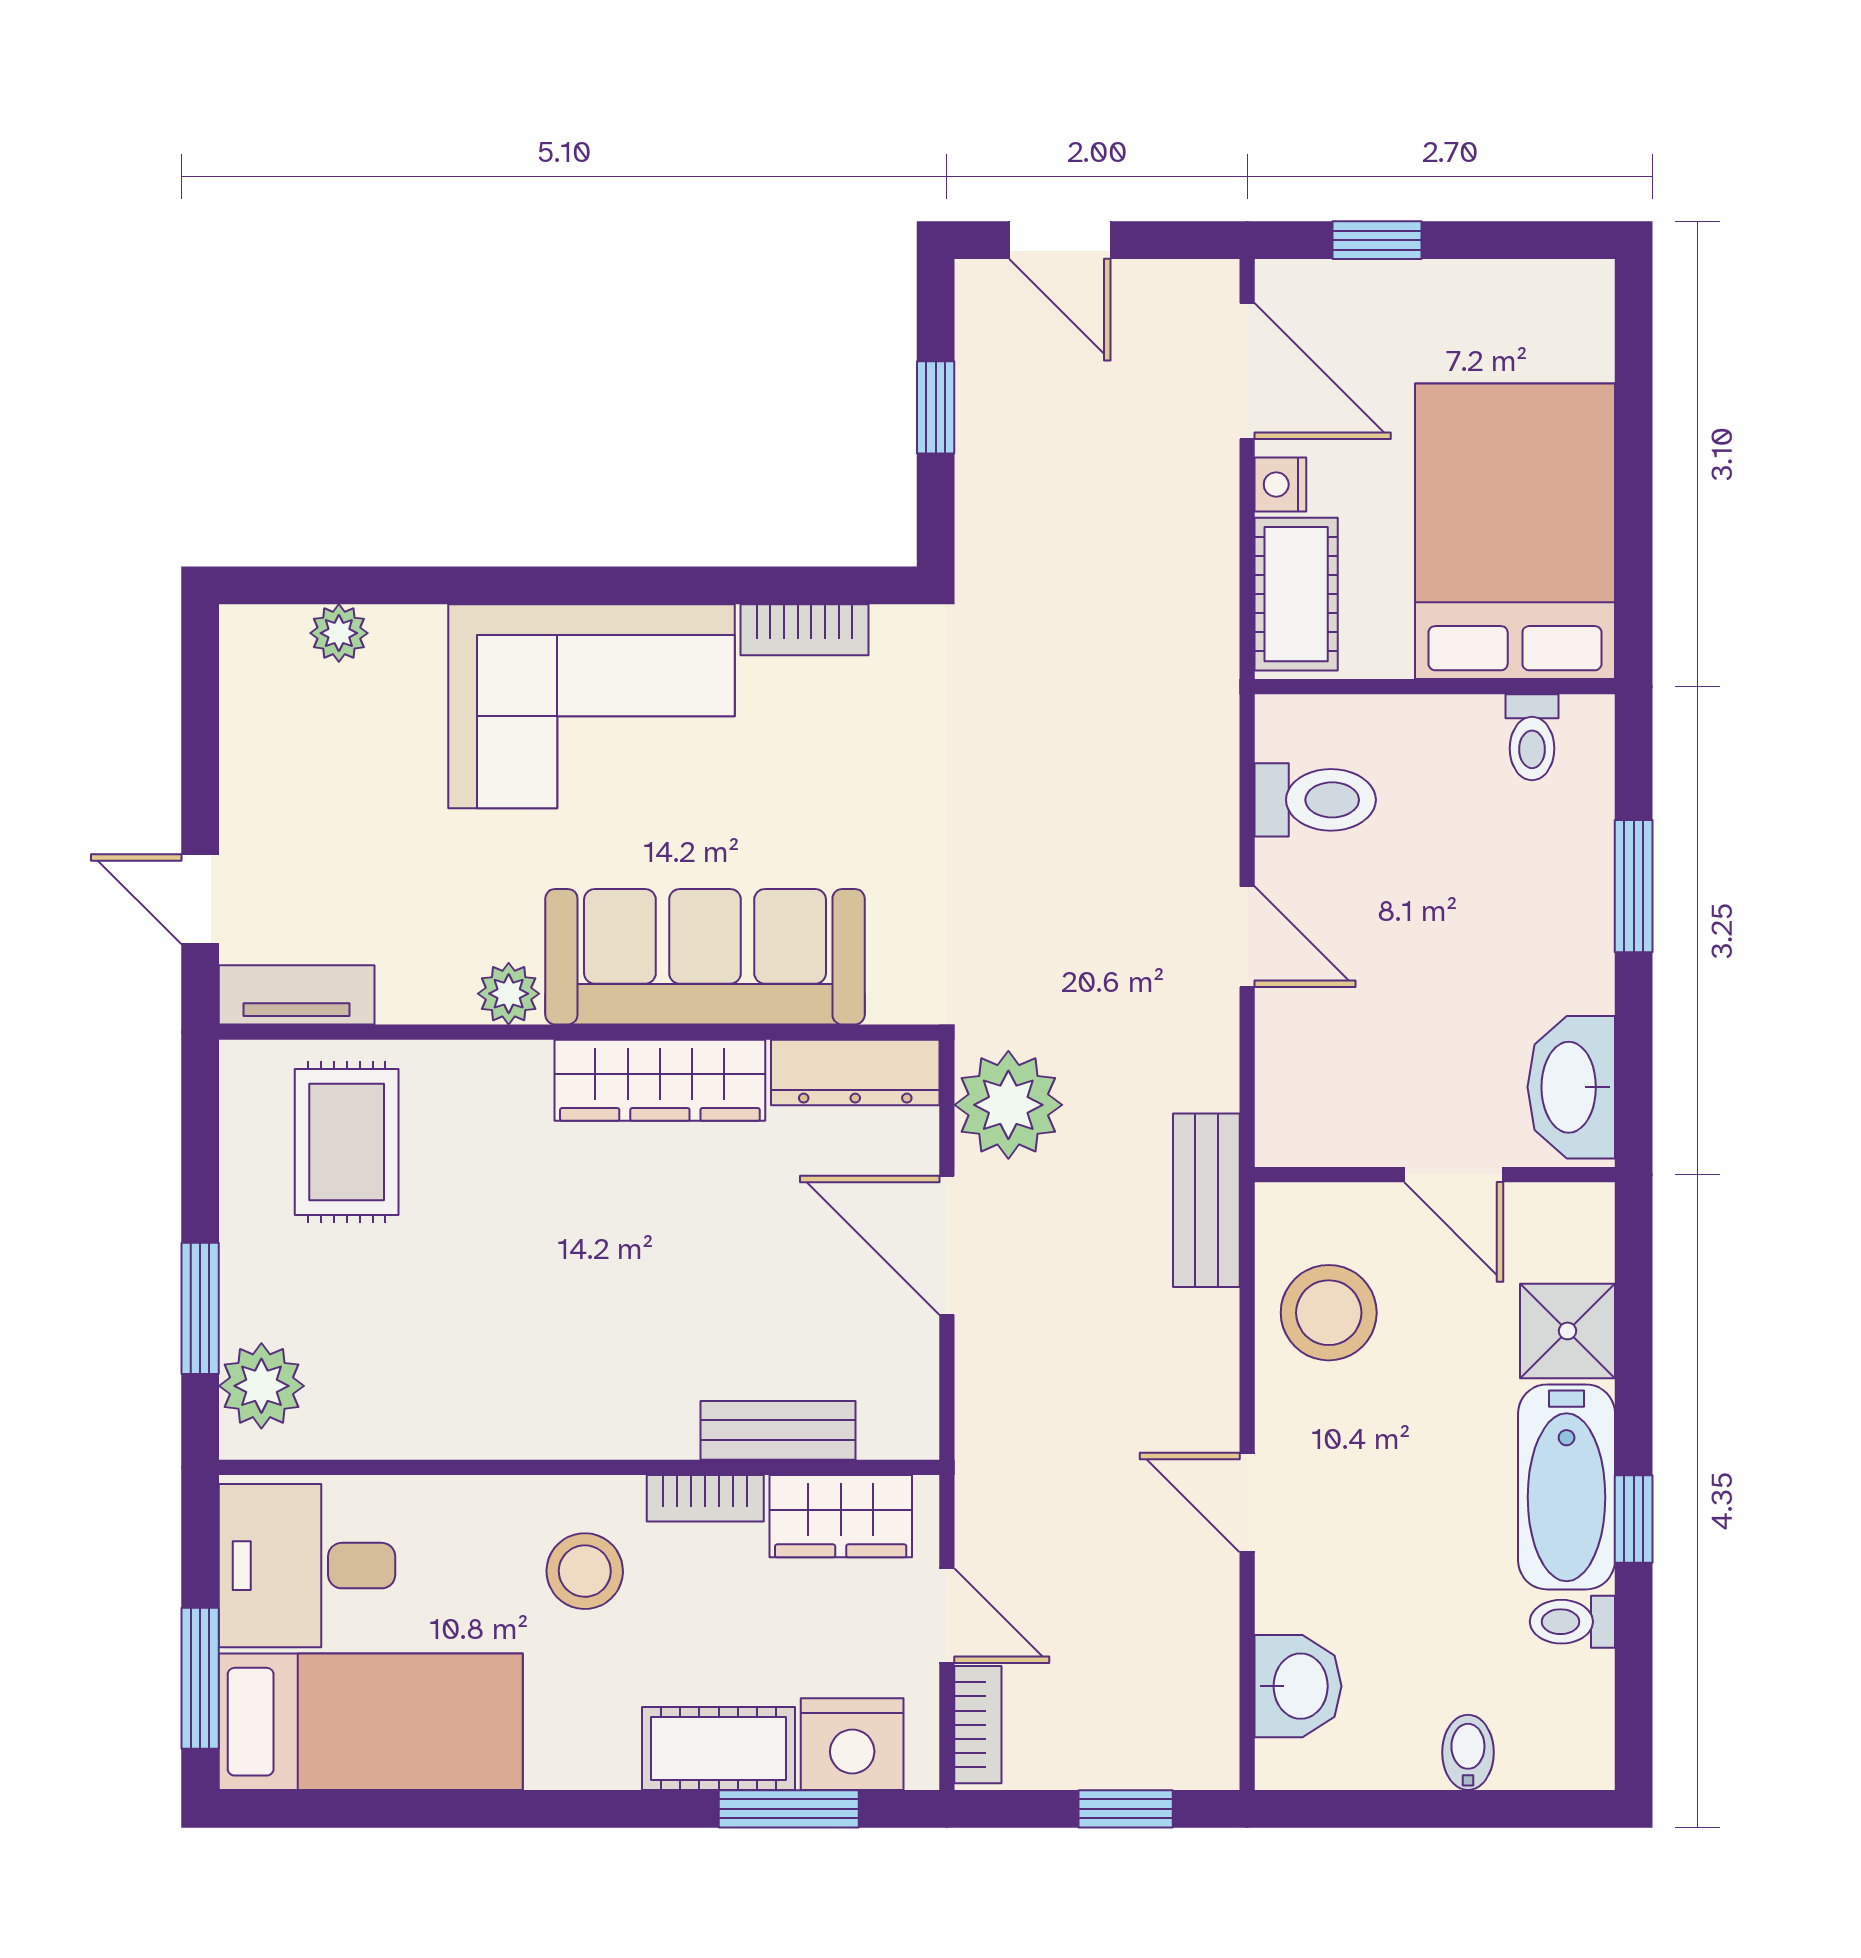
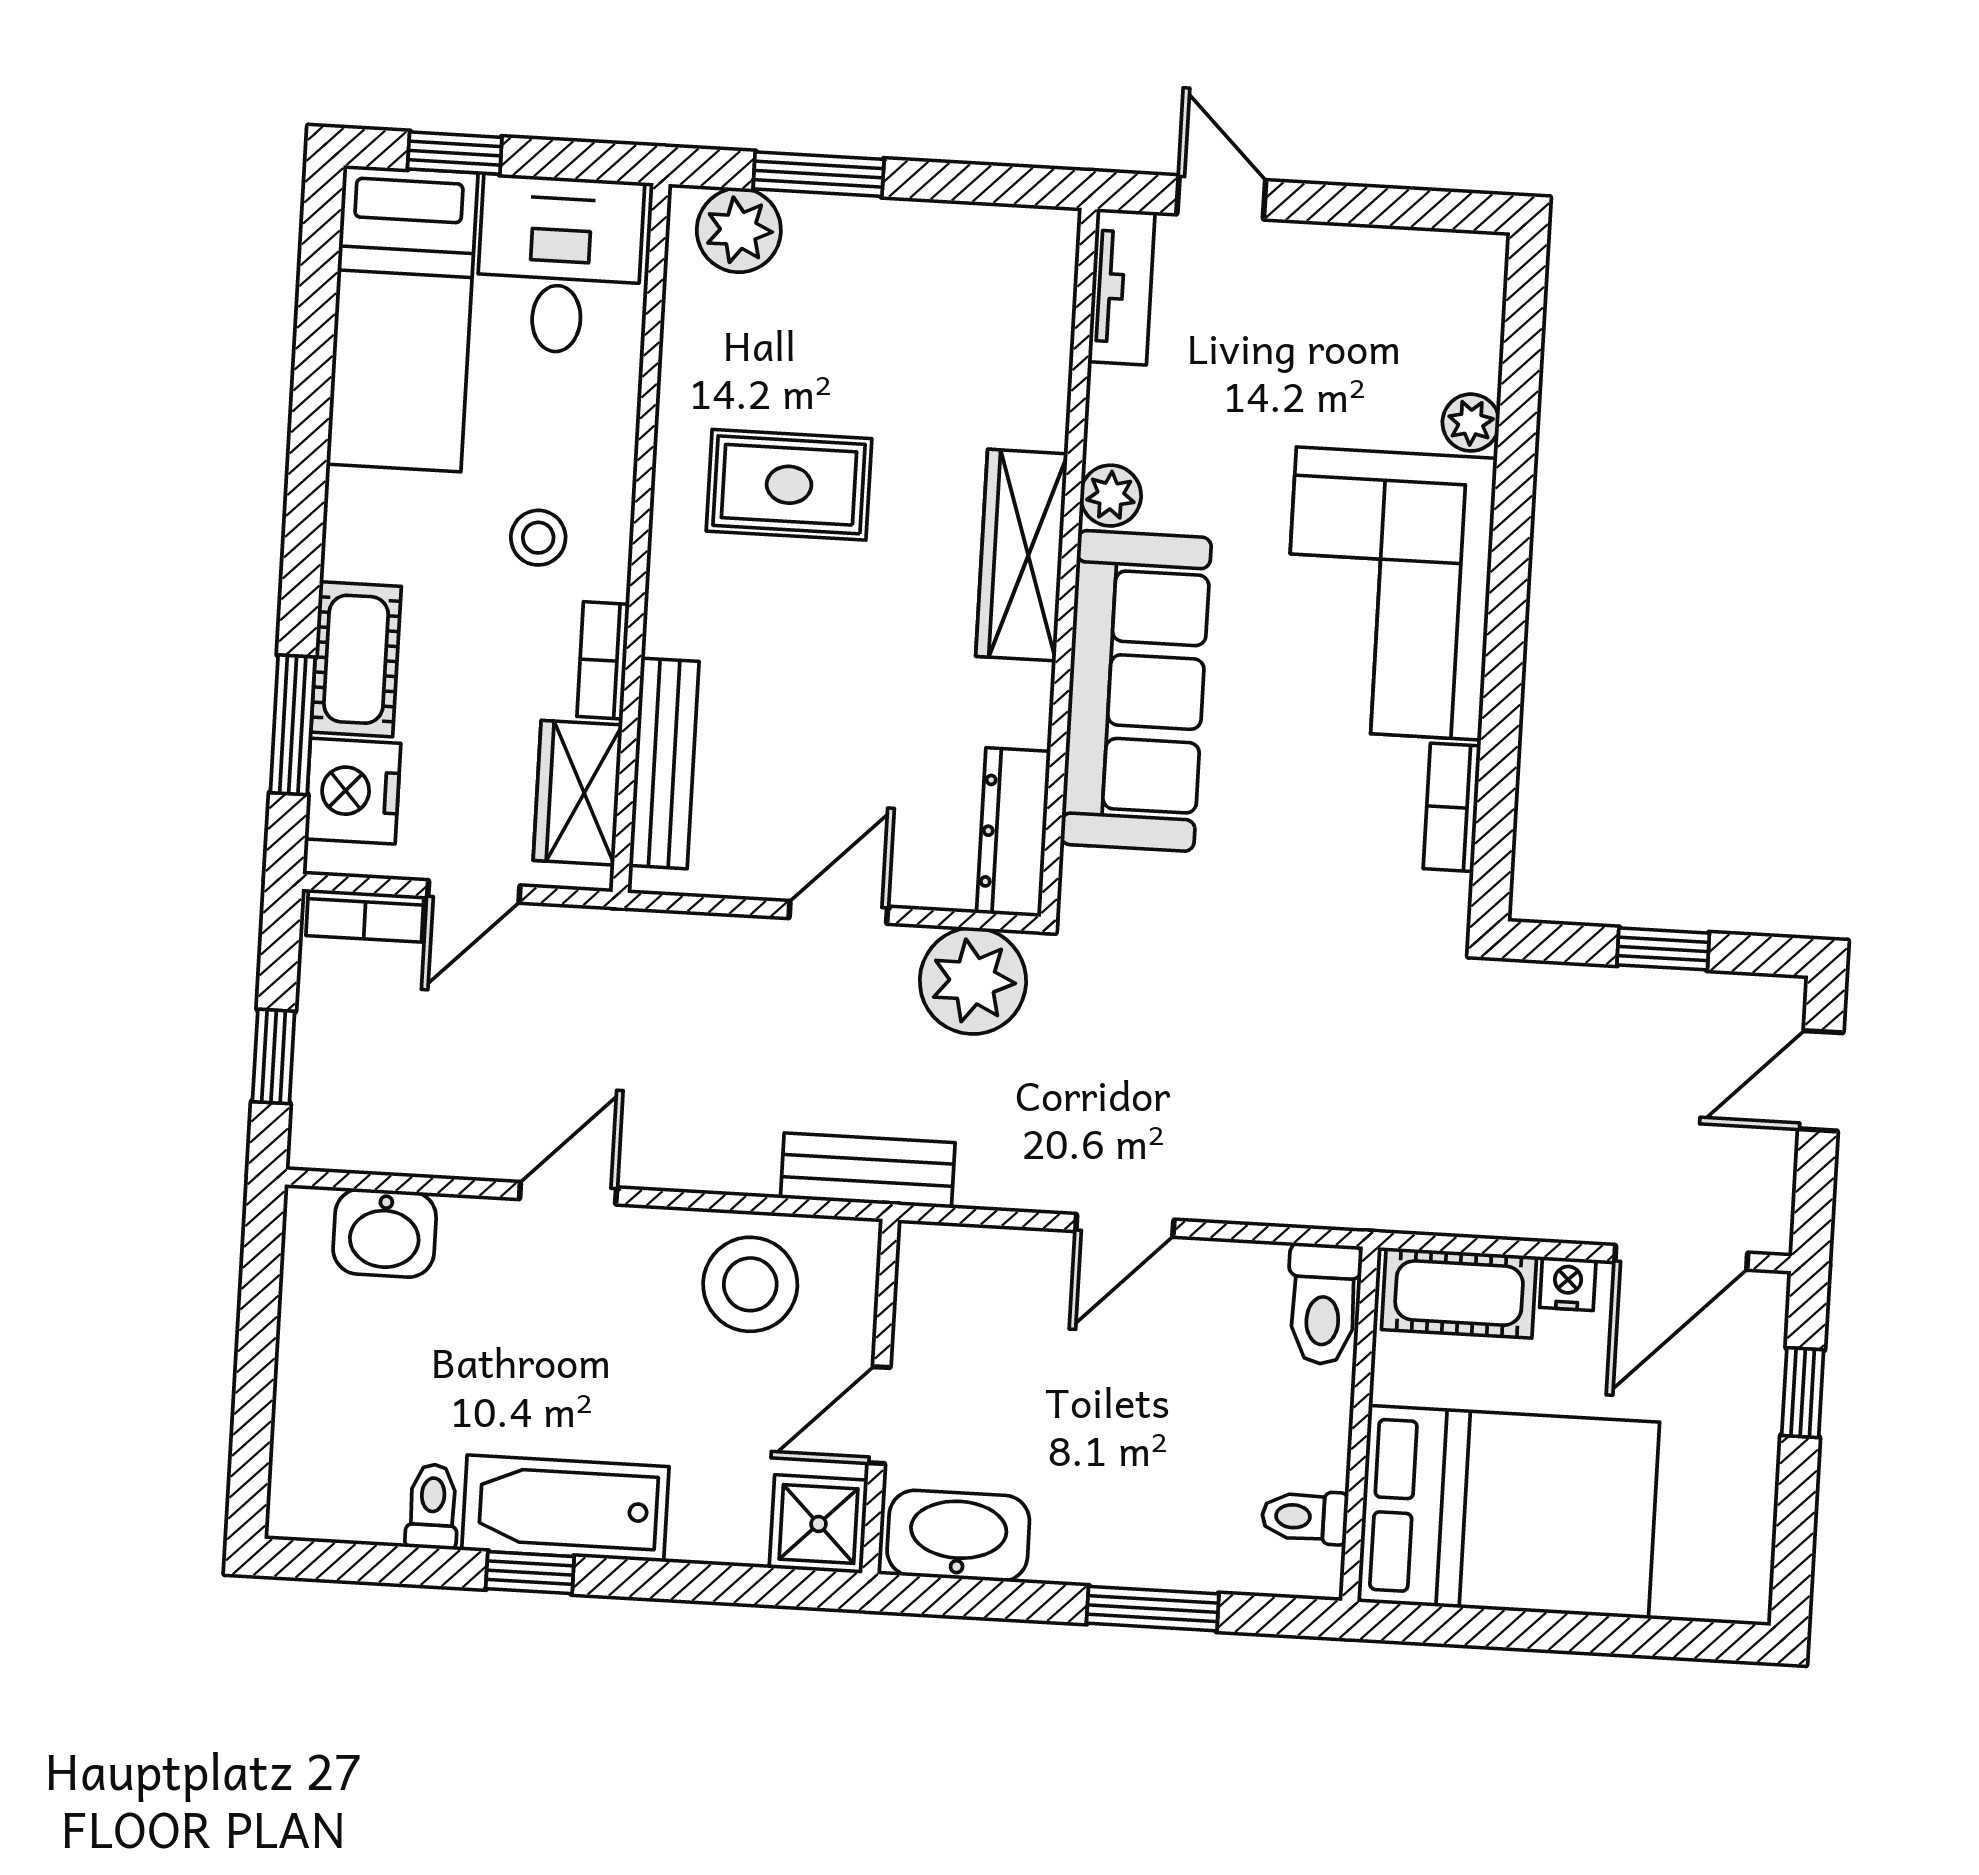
plant: (339, 633) -> (1471, 423), moved
toilet: (1315, 800) -> (1323, 1304), moved
door: (200, 899) -> (1221, 197), hinge flipped
wardrobe: (660, 1080) -> (1022, 555), moved
rug: (347, 1142) -> (789, 485), moved
door: (947, 1245) -> (838, 912), width x0.73
shower: (1568, 1331) -> (819, 1524), moved
bench: (778, 1430) -> (664, 763), width x1.36
stool: (585, 1571) -> (538, 538), width x0.73, depth x0.73
window: (200, 1678) -> (455, 153), width x0.67
bidet: (1468, 1752) -> (310, 1396), removed

